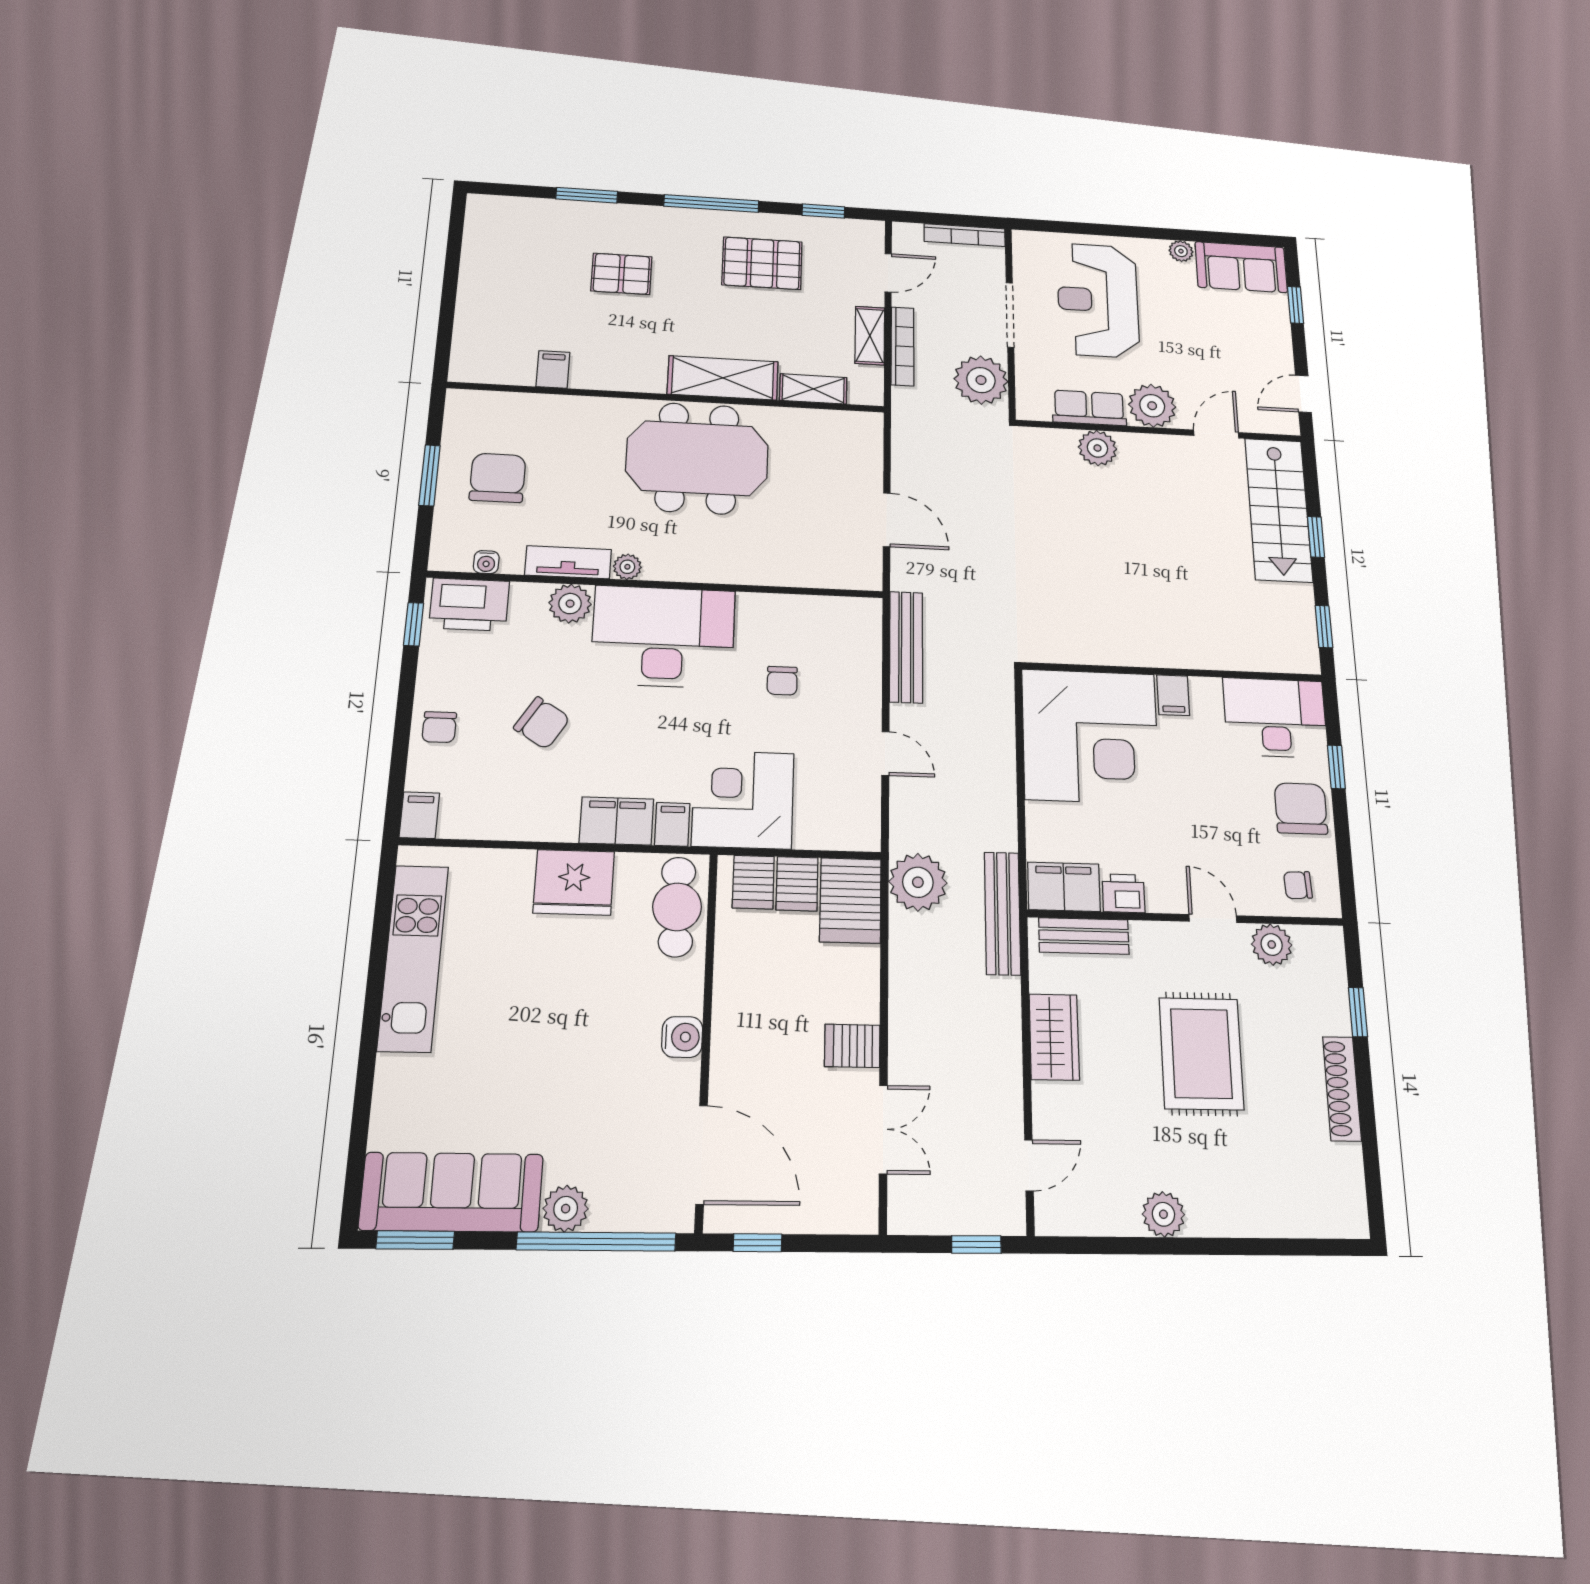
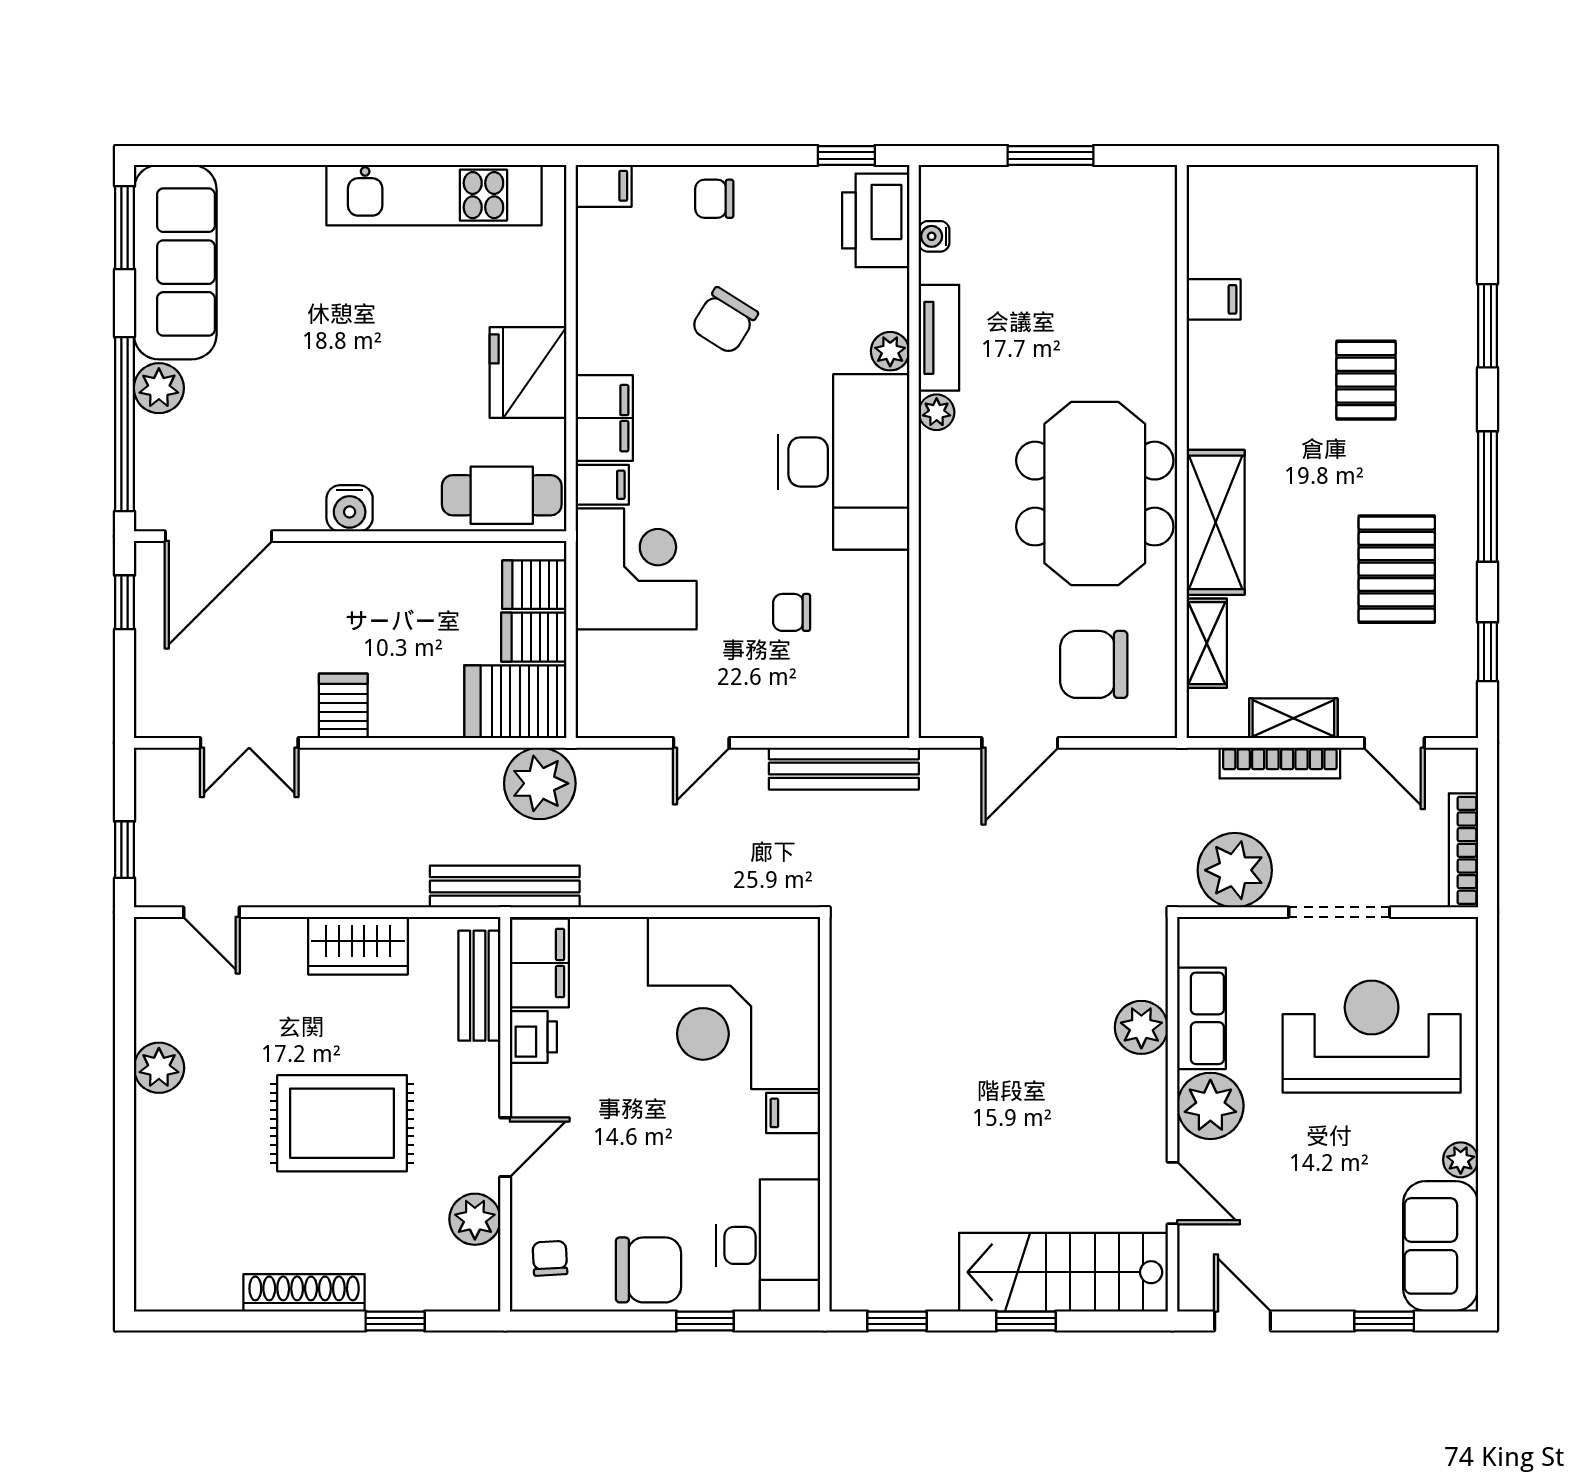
chair: (498, 478) -> (1094, 664), moved, turned 180
plant: (570, 604) -> (890, 351), width x0.73, depth x0.73

